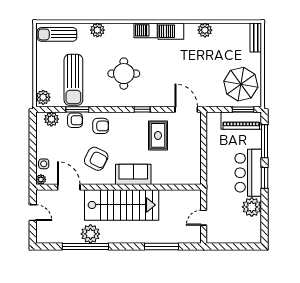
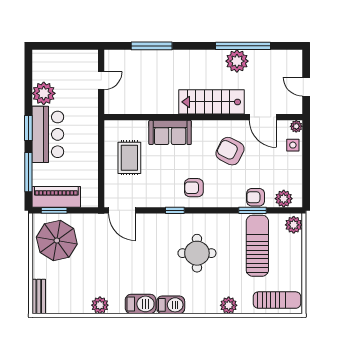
armchair: (101, 126) -> (194, 188), moved
rug: (158, 135) -> (129, 158), moved
sofa: (133, 174) -> (170, 132), moved
stairs: (122, 205) -> (211, 102), width x0.73, depth x0.66

